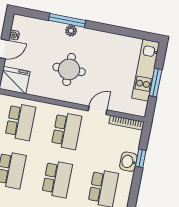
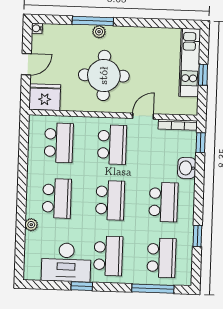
water cooler: (14, 35) -> (37, 28), moved
round table: (69, 69) -> (104, 75), width x1.36, depth x1.36
window: (156, 83) -> (203, 75), width x0.67
window: (141, 158) -> (201, 143), moved

